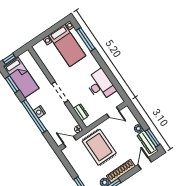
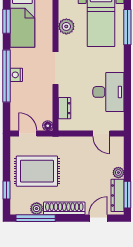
plant: (49, 63) -> (66, 26), added
rug: (99, 147) -> (37, 171), moved, turned 90

